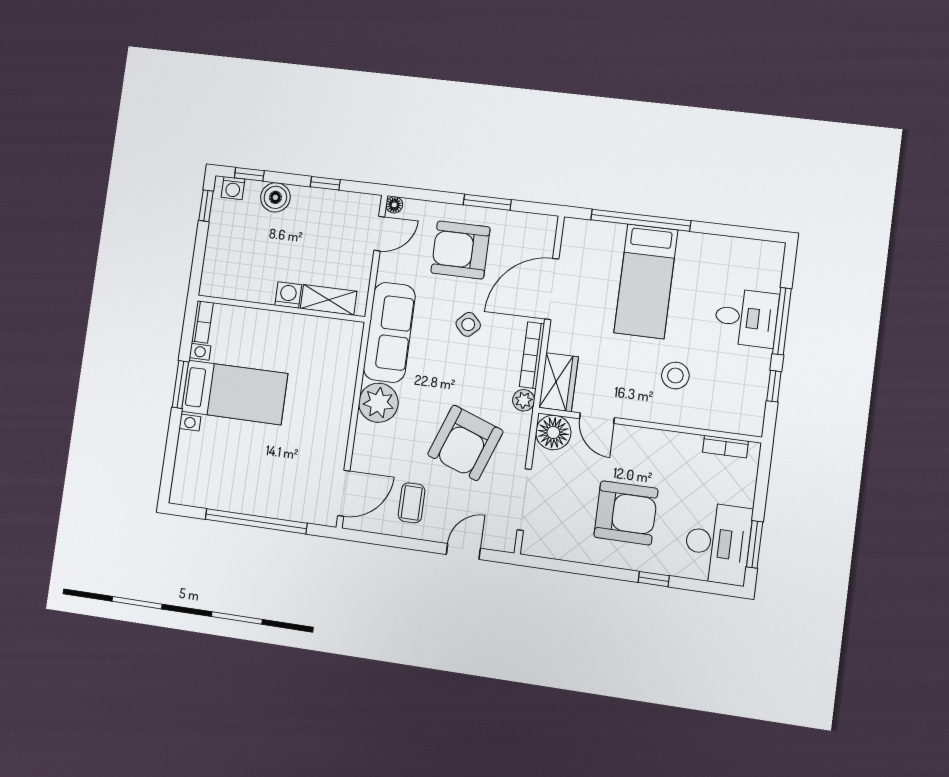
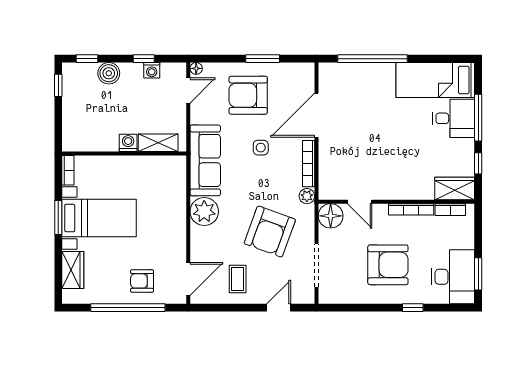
washing machine: (233, 188) -> (152, 70), moved
bed: (646, 281) -> (435, 80), moved, turned 90
side table: (468, 324) -> (261, 148), turned 45
stool: (675, 376) -> (410, 165), removed
wardrobe: (559, 382) -> (455, 188), moved, turned -90
bookcase: (669, 439) -> (411, 209), added
wardrobe: (189, 459) -> (73, 270), added
armchair: (280, 487) -> (142, 281), added

